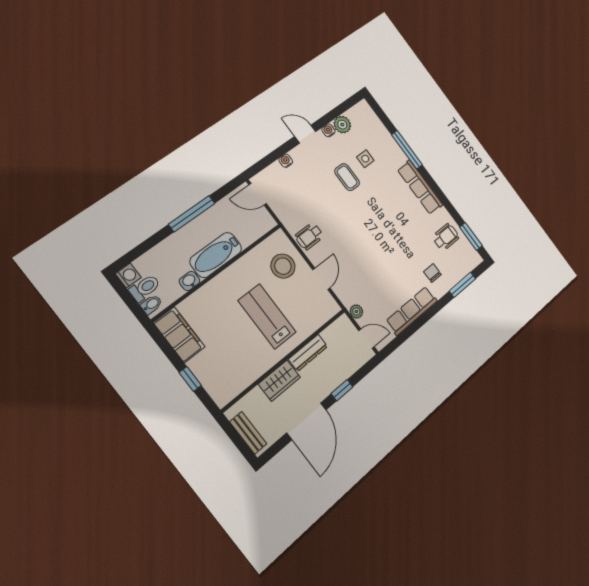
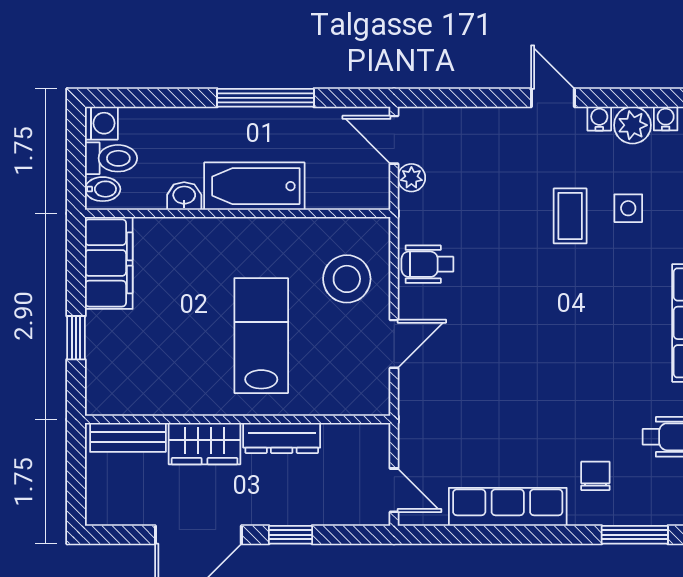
water cooler: (286, 161) -> (666, 119), moved
plant: (356, 312) -> (411, 178), moved
bench: (248, 433) -> (128, 437), moved, turned 90

